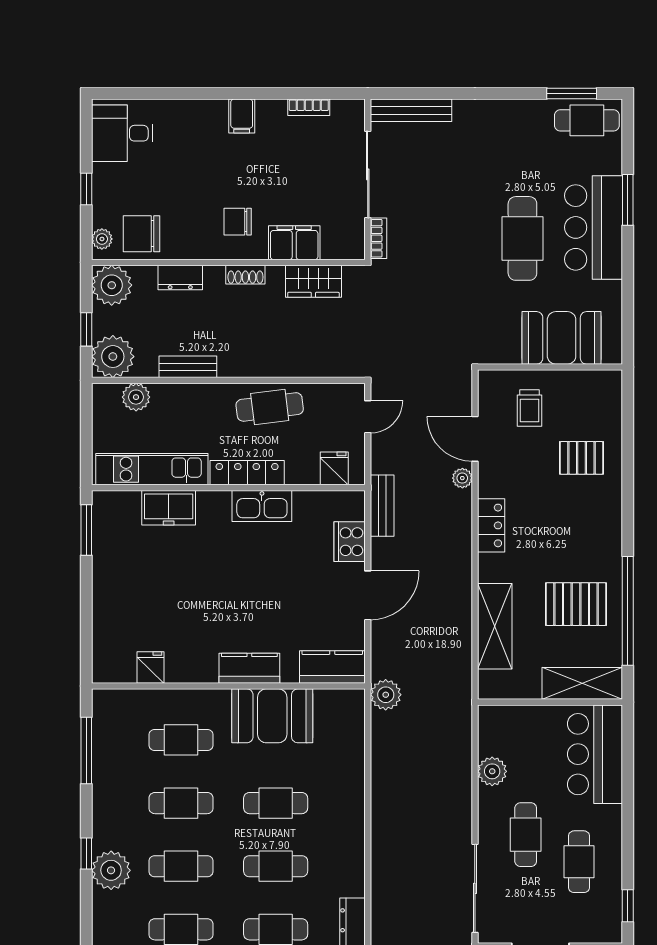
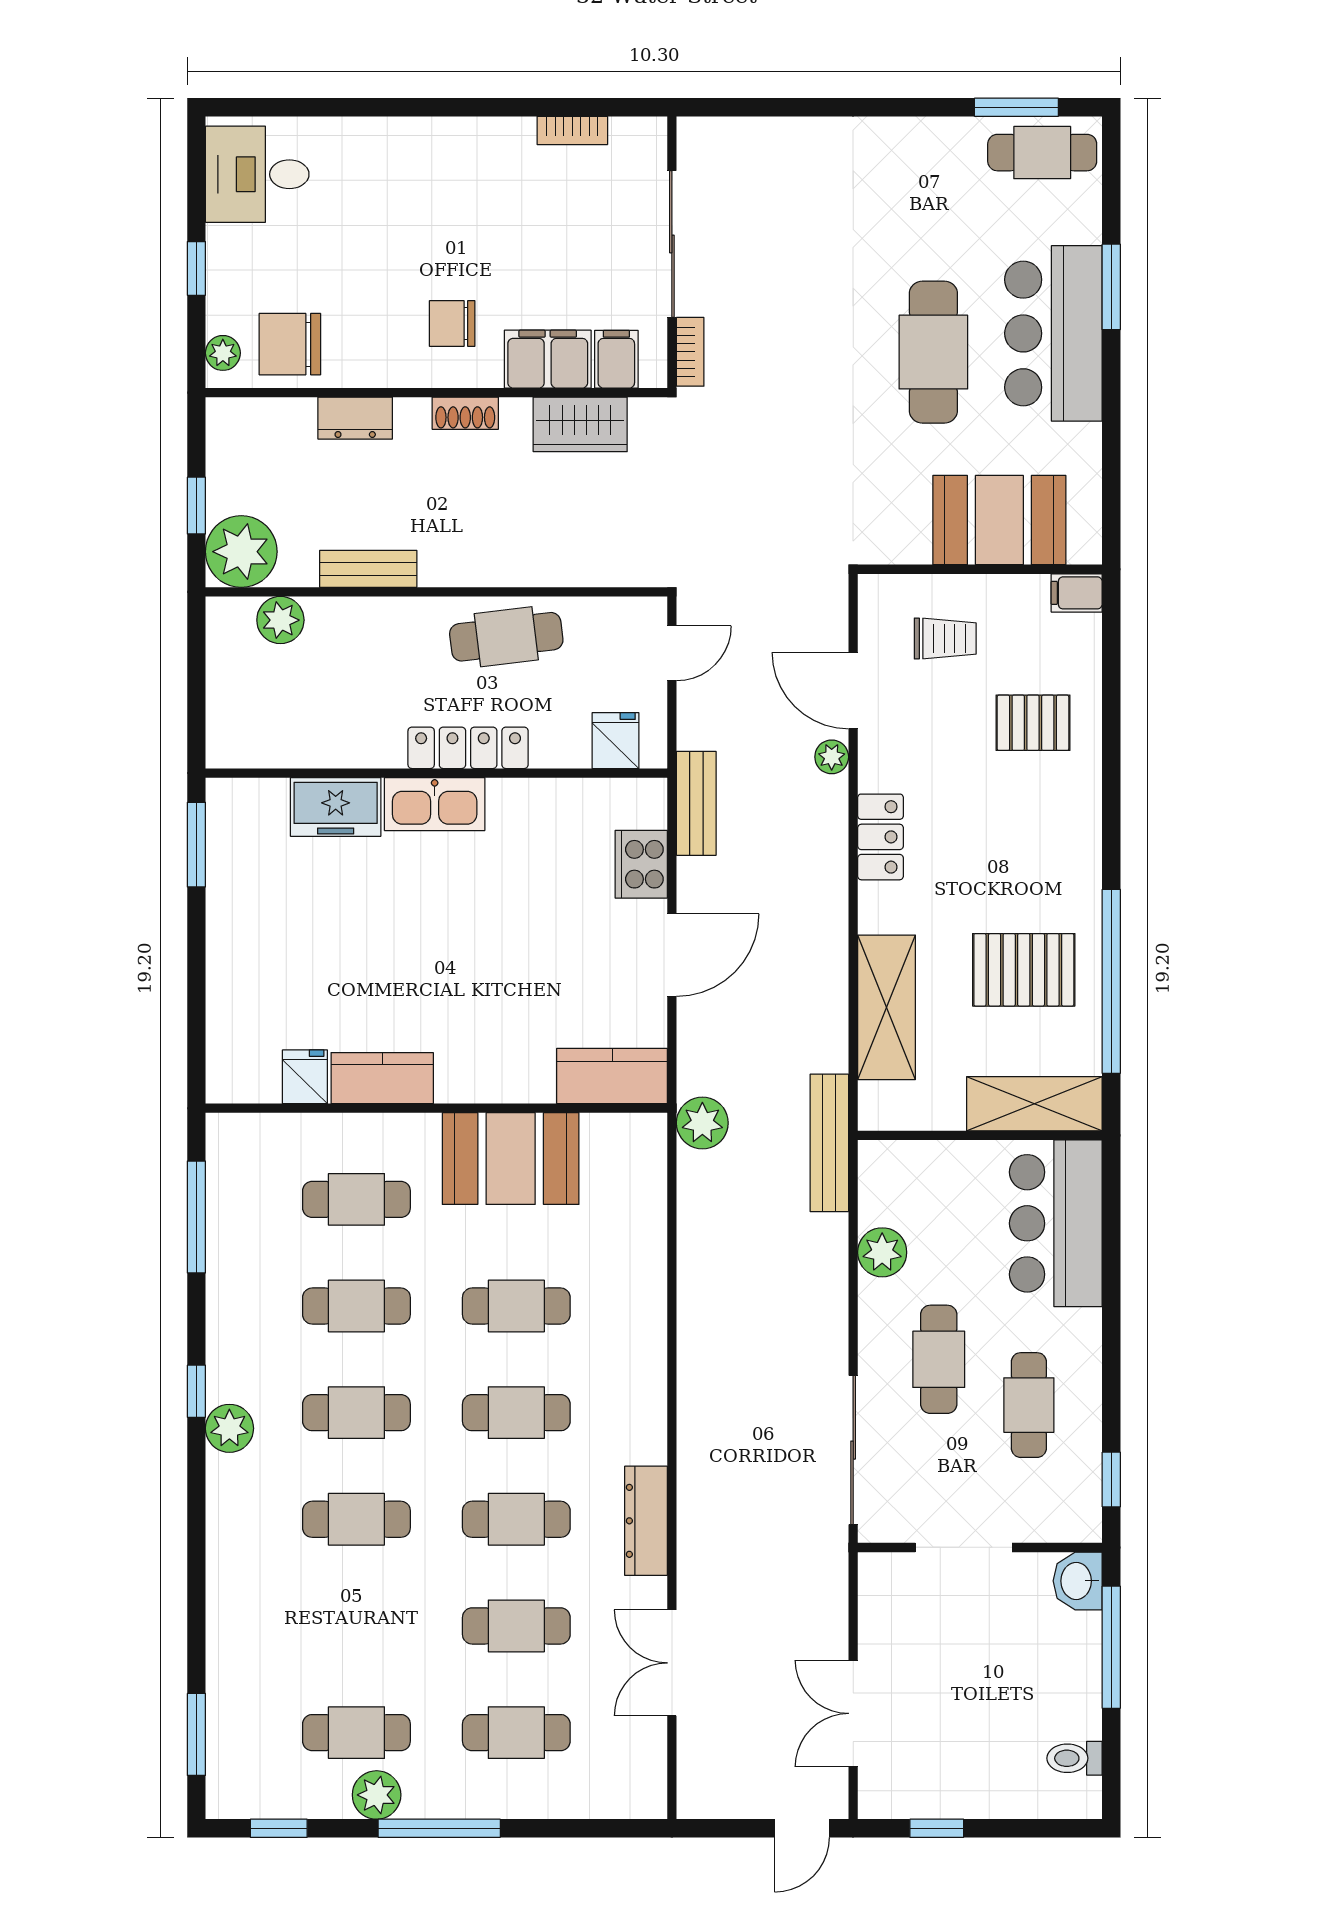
bench: (411, 110) -> (829, 1143), moved, turned 90
filing cabinet: (242, 116) -> (616, 359), moved, turned 180
plant: (112, 285) -> (239, 431), removed
filing cabinet: (607, 381) -> (1077, 593), added
trolley: (530, 408) -> (945, 639), turned -90
kitchen unit: (152, 469) -> (307, 742), removed
kitchen sink: (262, 506) -> (435, 804), moved
kitchen counter: (249, 668) -> (382, 1078), moved
plant: (111, 870) -> (229, 1428), width x0.73, depth x0.73

